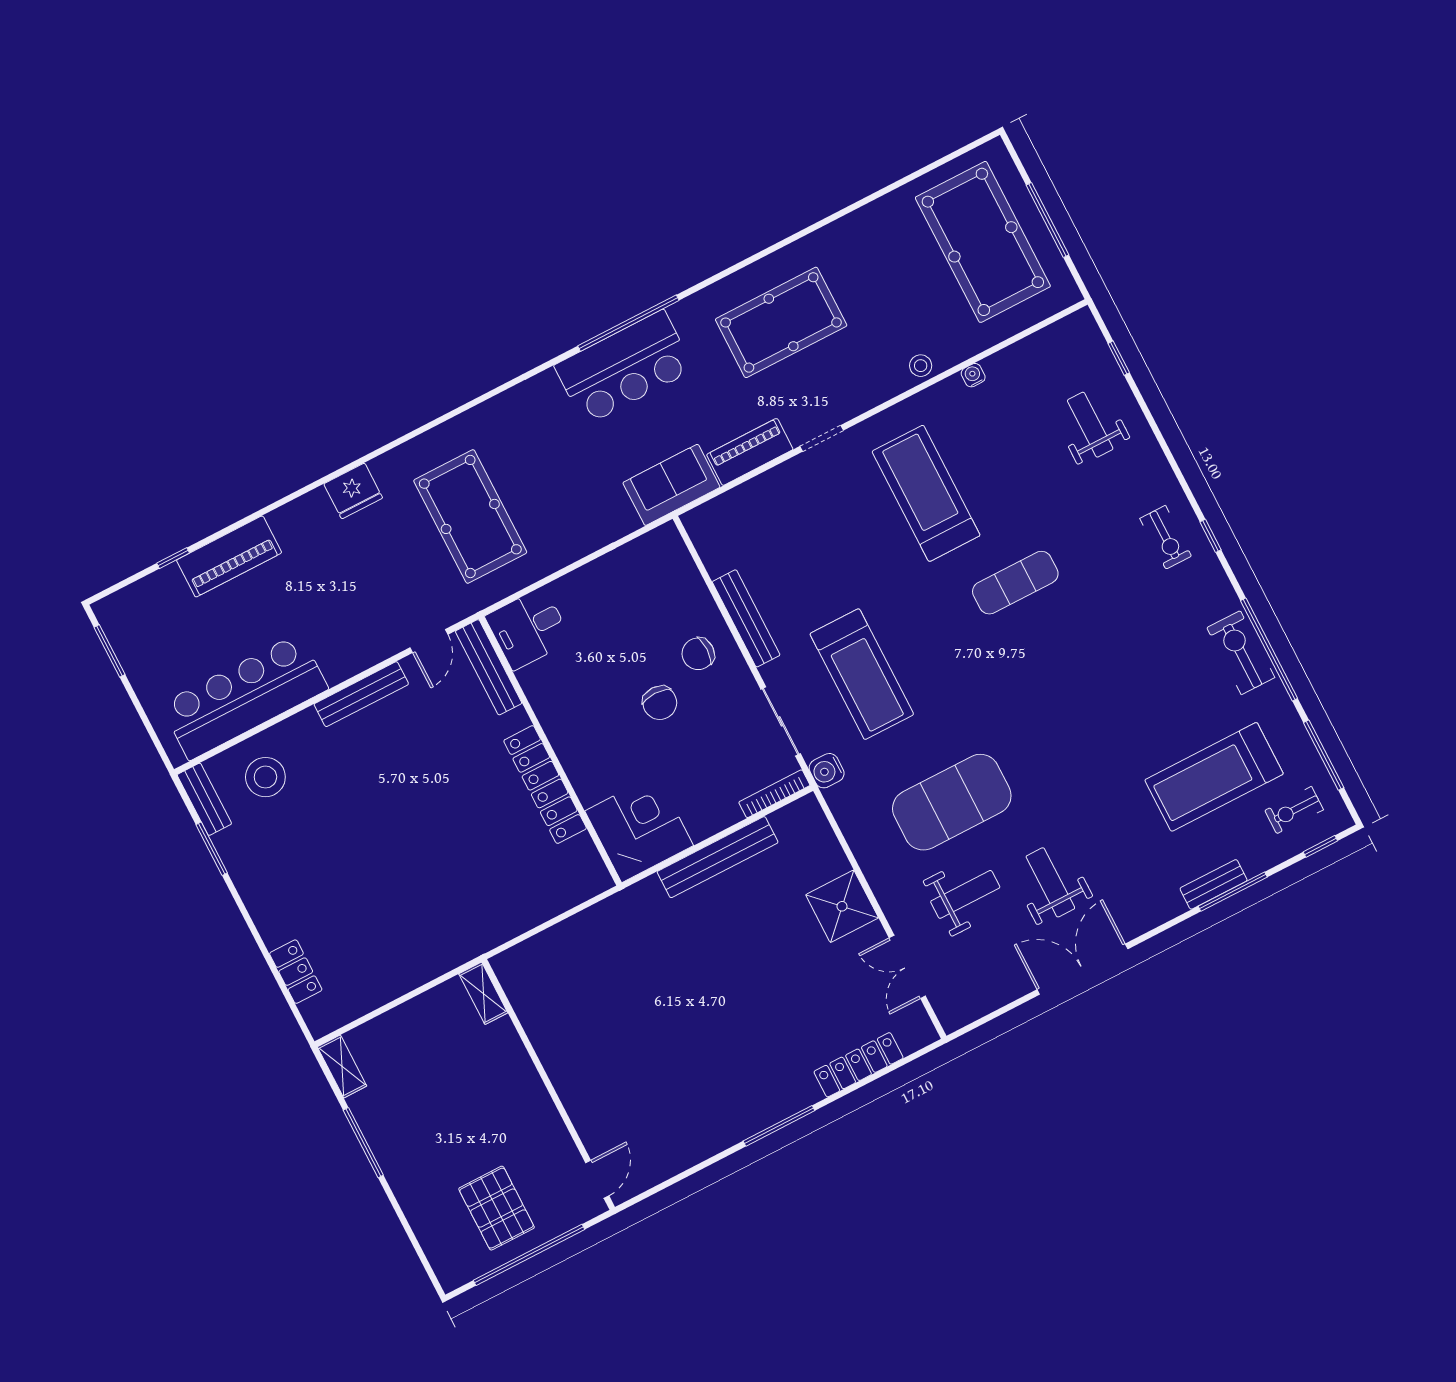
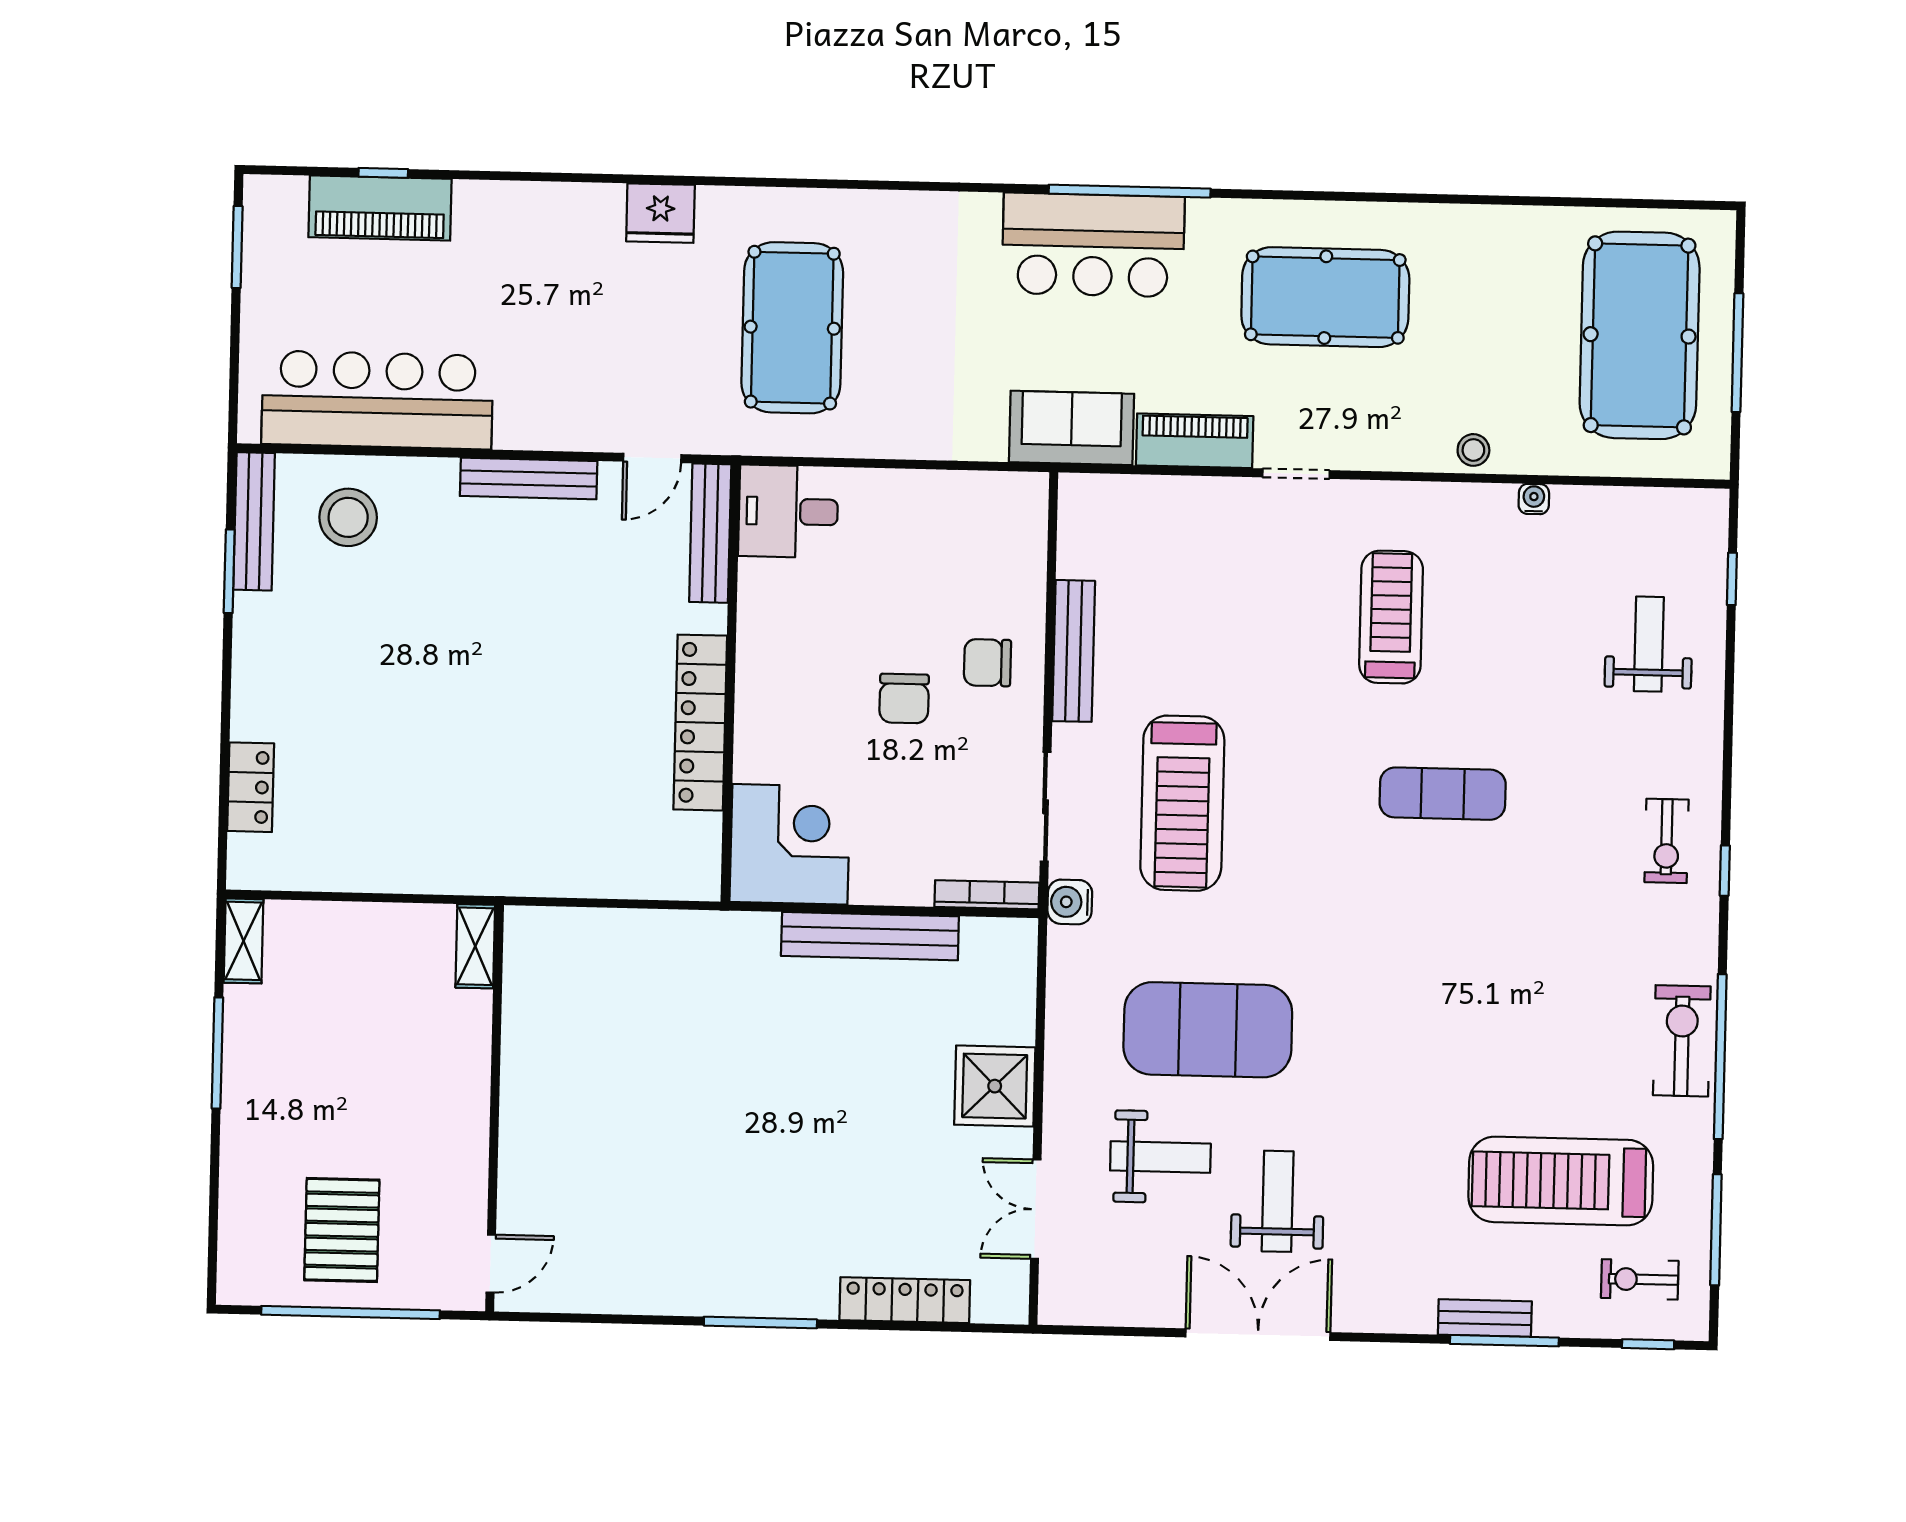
treadmill: (926, 493) -> (1391, 617), width x0.73, depth x0.73
piano: (229, 556) -> (380, 208), moved
bench: (204, 799) -> (254, 521), width x1.36

